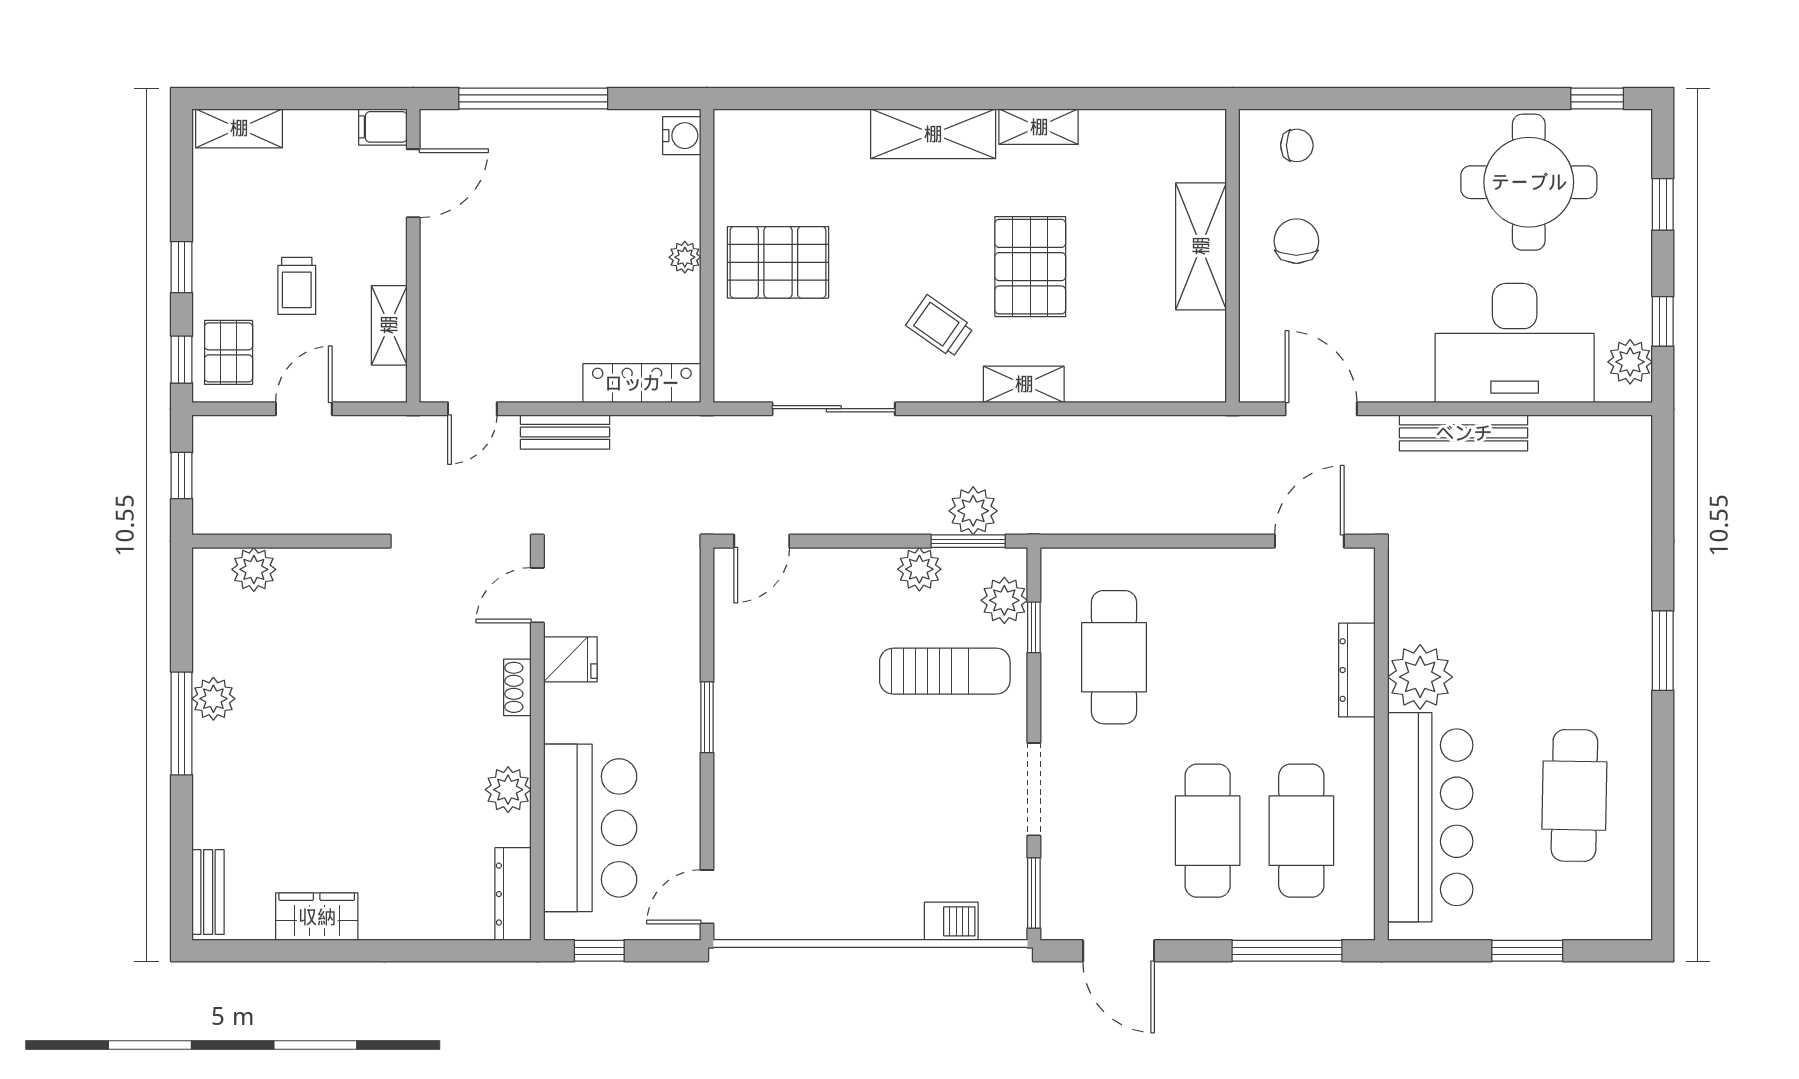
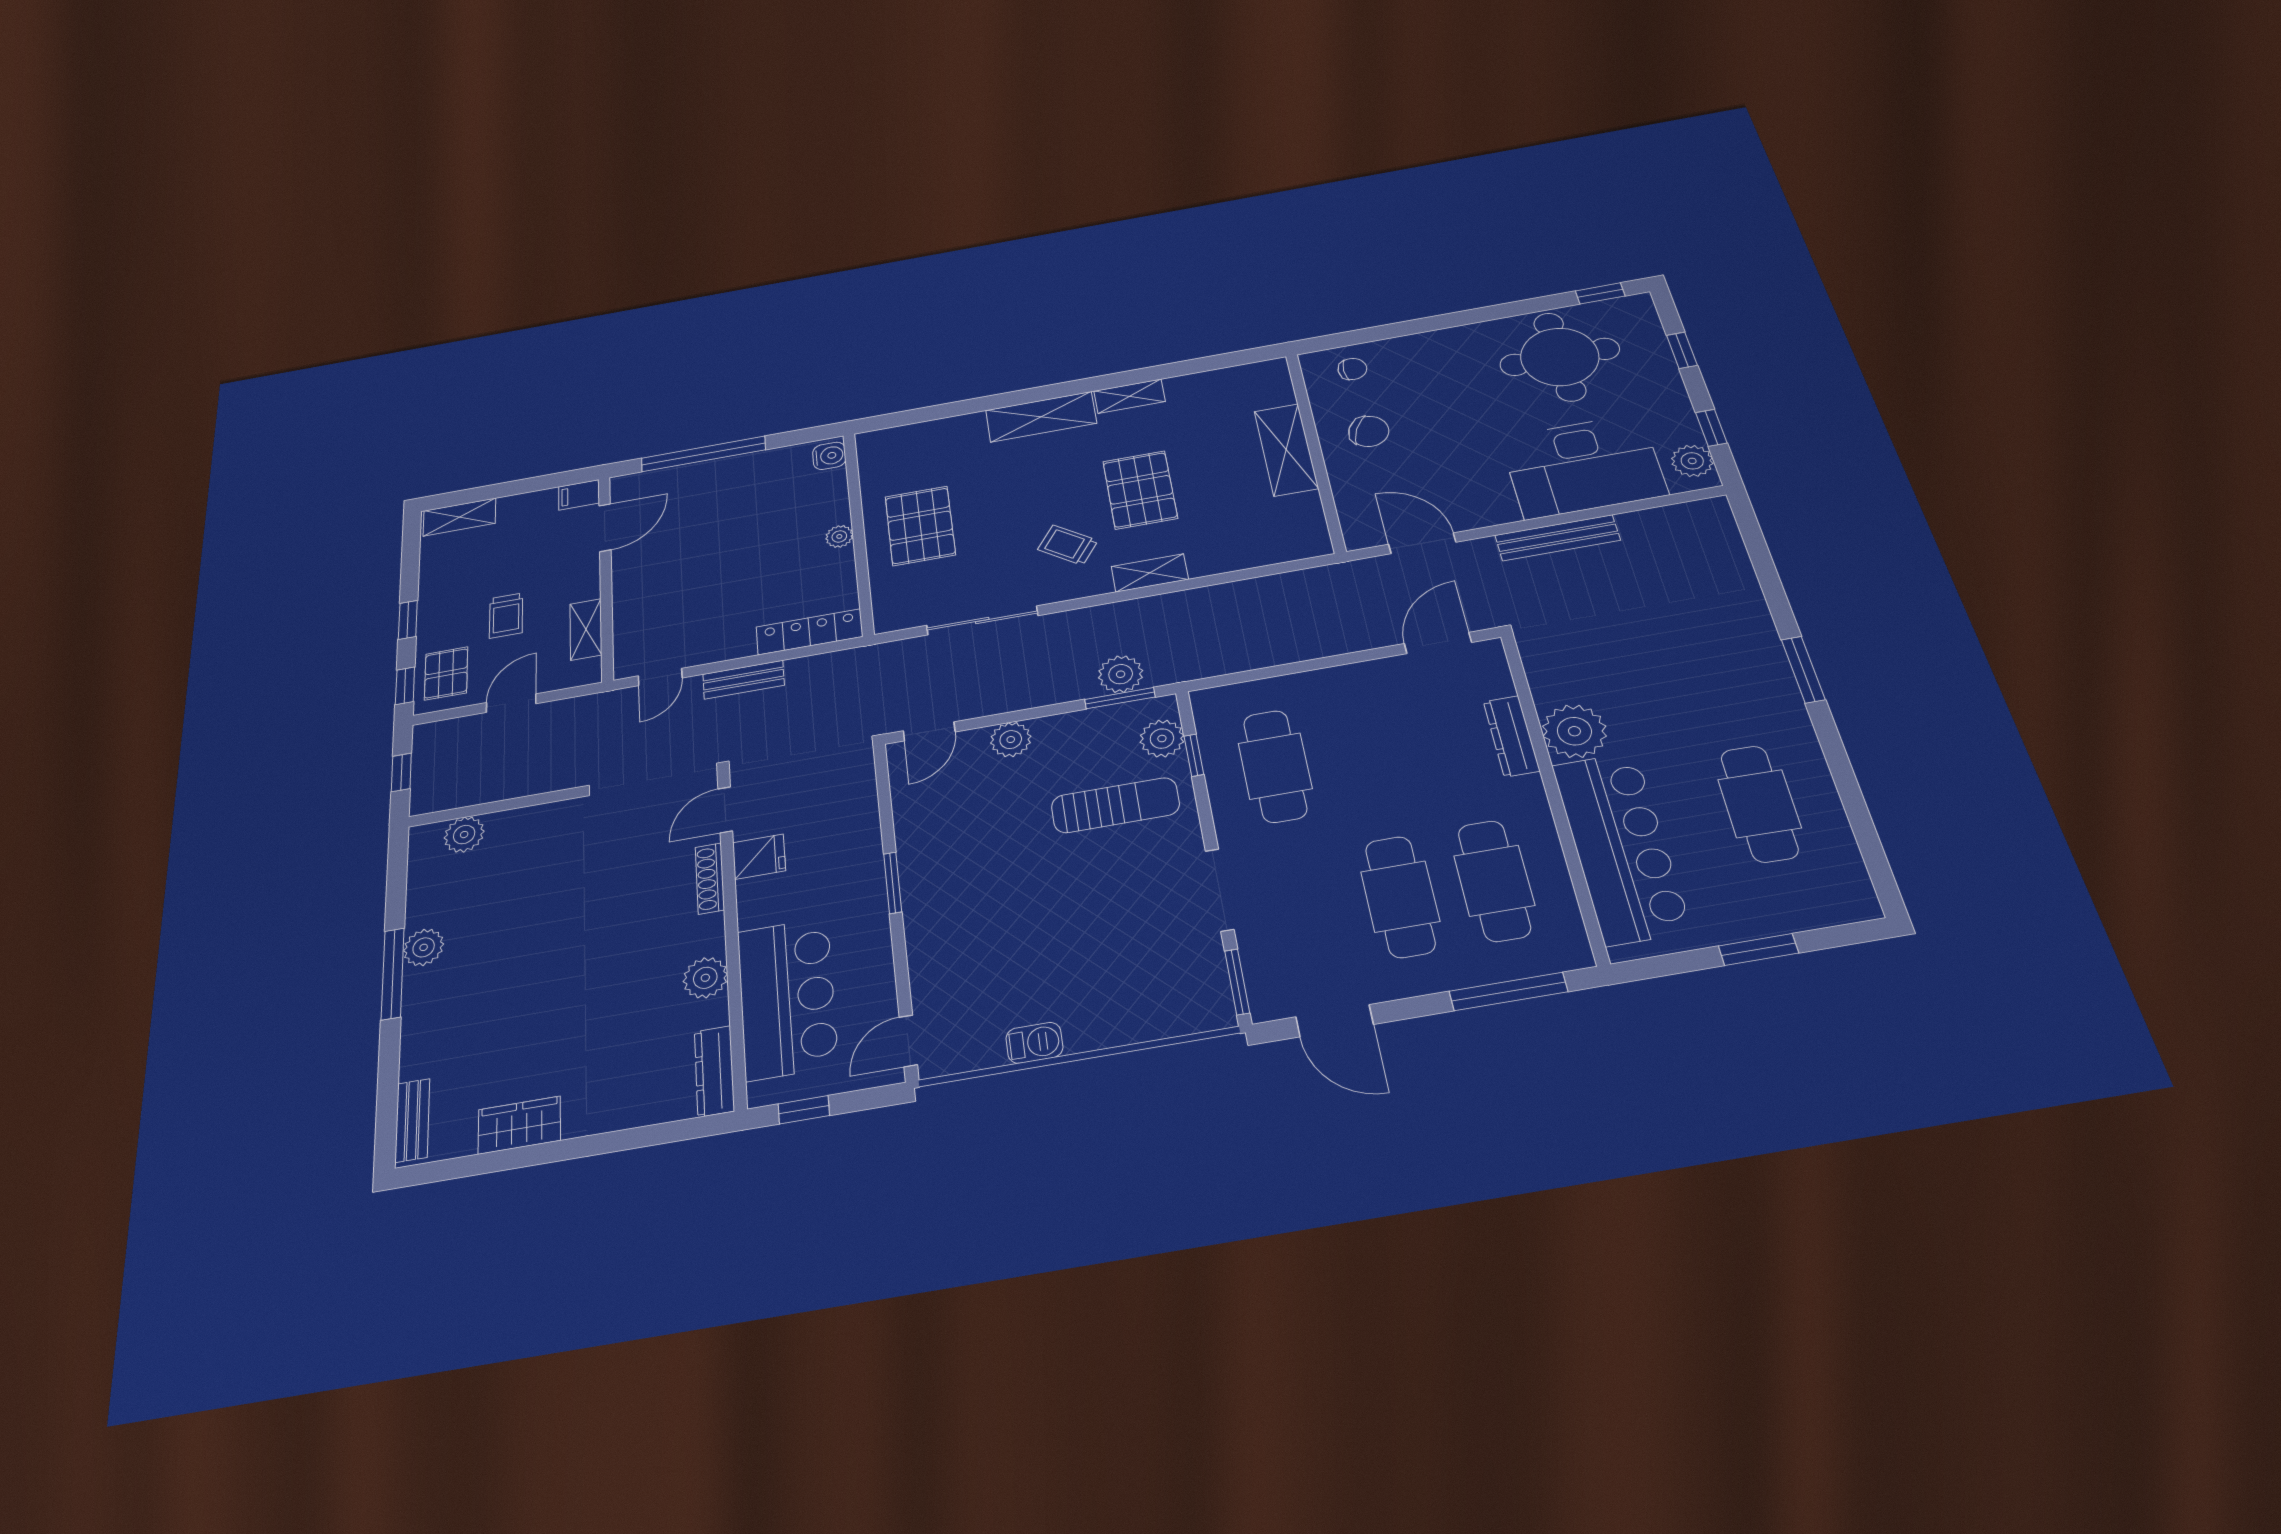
chair: (1296, 241) -> (1369, 431), turned 115
pallet: (778, 262) -> (920, 526), turned 90
plant: (919, 569) -> (1011, 740), moved
shoe rack: (517, 687) -> (710, 878), width x1.43
barbecue: (951, 921) -> (1034, 1043), moved

